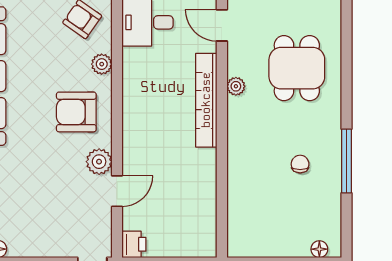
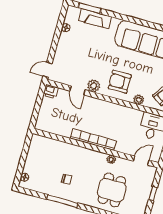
dining table: (297, 68) -> (112, 190), turned 90
bookcase: (206, 100) -> (93, 140), moved
armchair: (76, 112) -> (120, 82), turned -90

